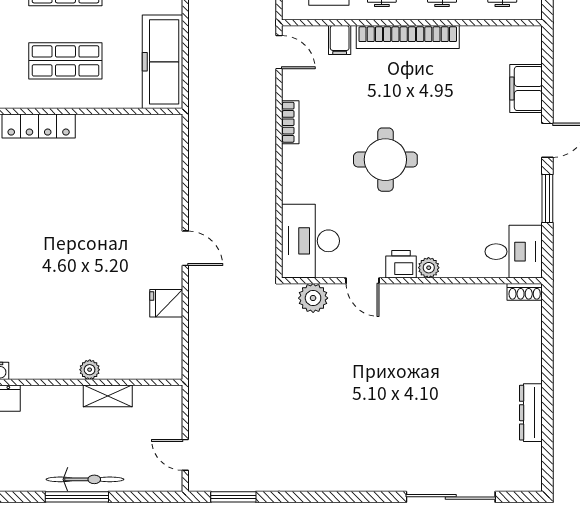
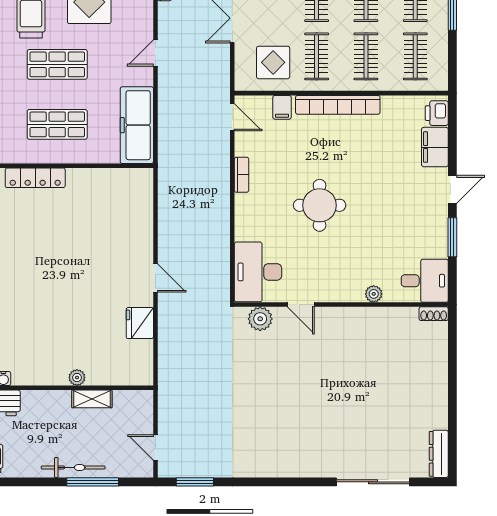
printer: (401, 264) -> (437, 113), moved, turned -90
plant: (429, 268) -> (374, 294), moved
fridge: (166, 303) -> (140, 323), width x1.38
dresser: (531, 413) -> (439, 454), moved
window: (77, 497) -> (93, 482), moved

